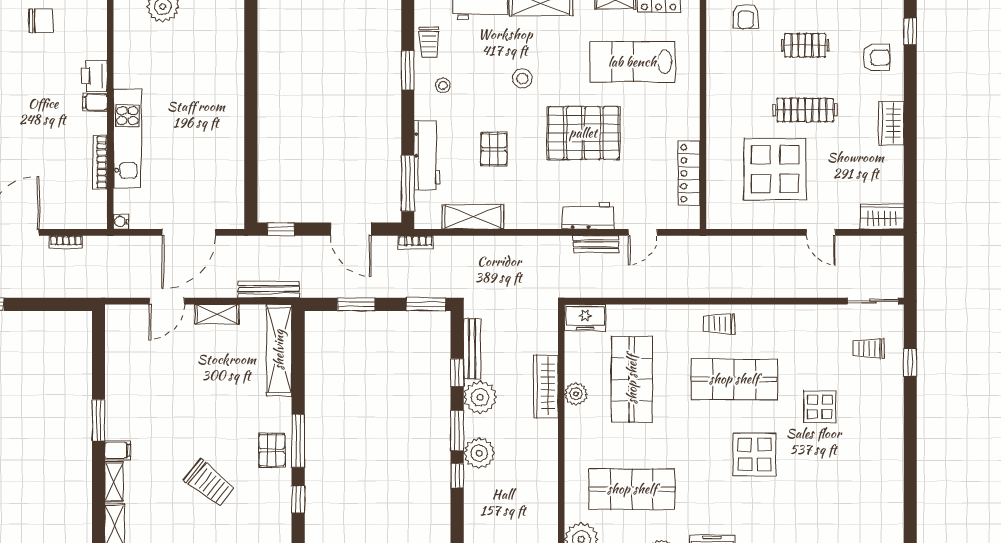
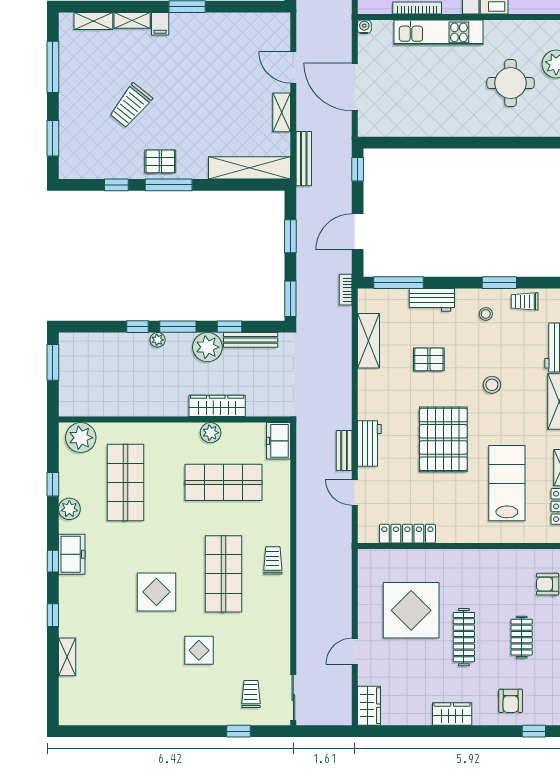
round table: (184, 58) -> (511, 83), added
workbench: (427, 155) -> (432, 300), width x0.73
plant: (479, 453) -> (158, 340), width x0.53, depth x0.53

